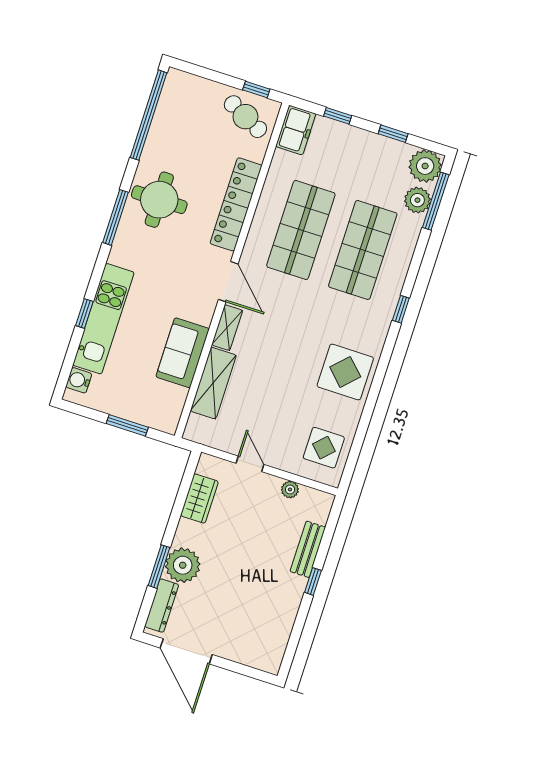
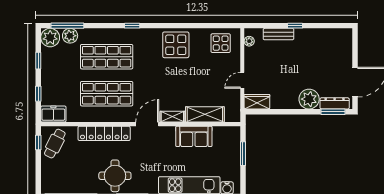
plant: (290, 490) -> (249, 41), moved
wardrobe: (199, 498) -> (257, 102), moved
window: (159, 567) -> (333, 112), moved

